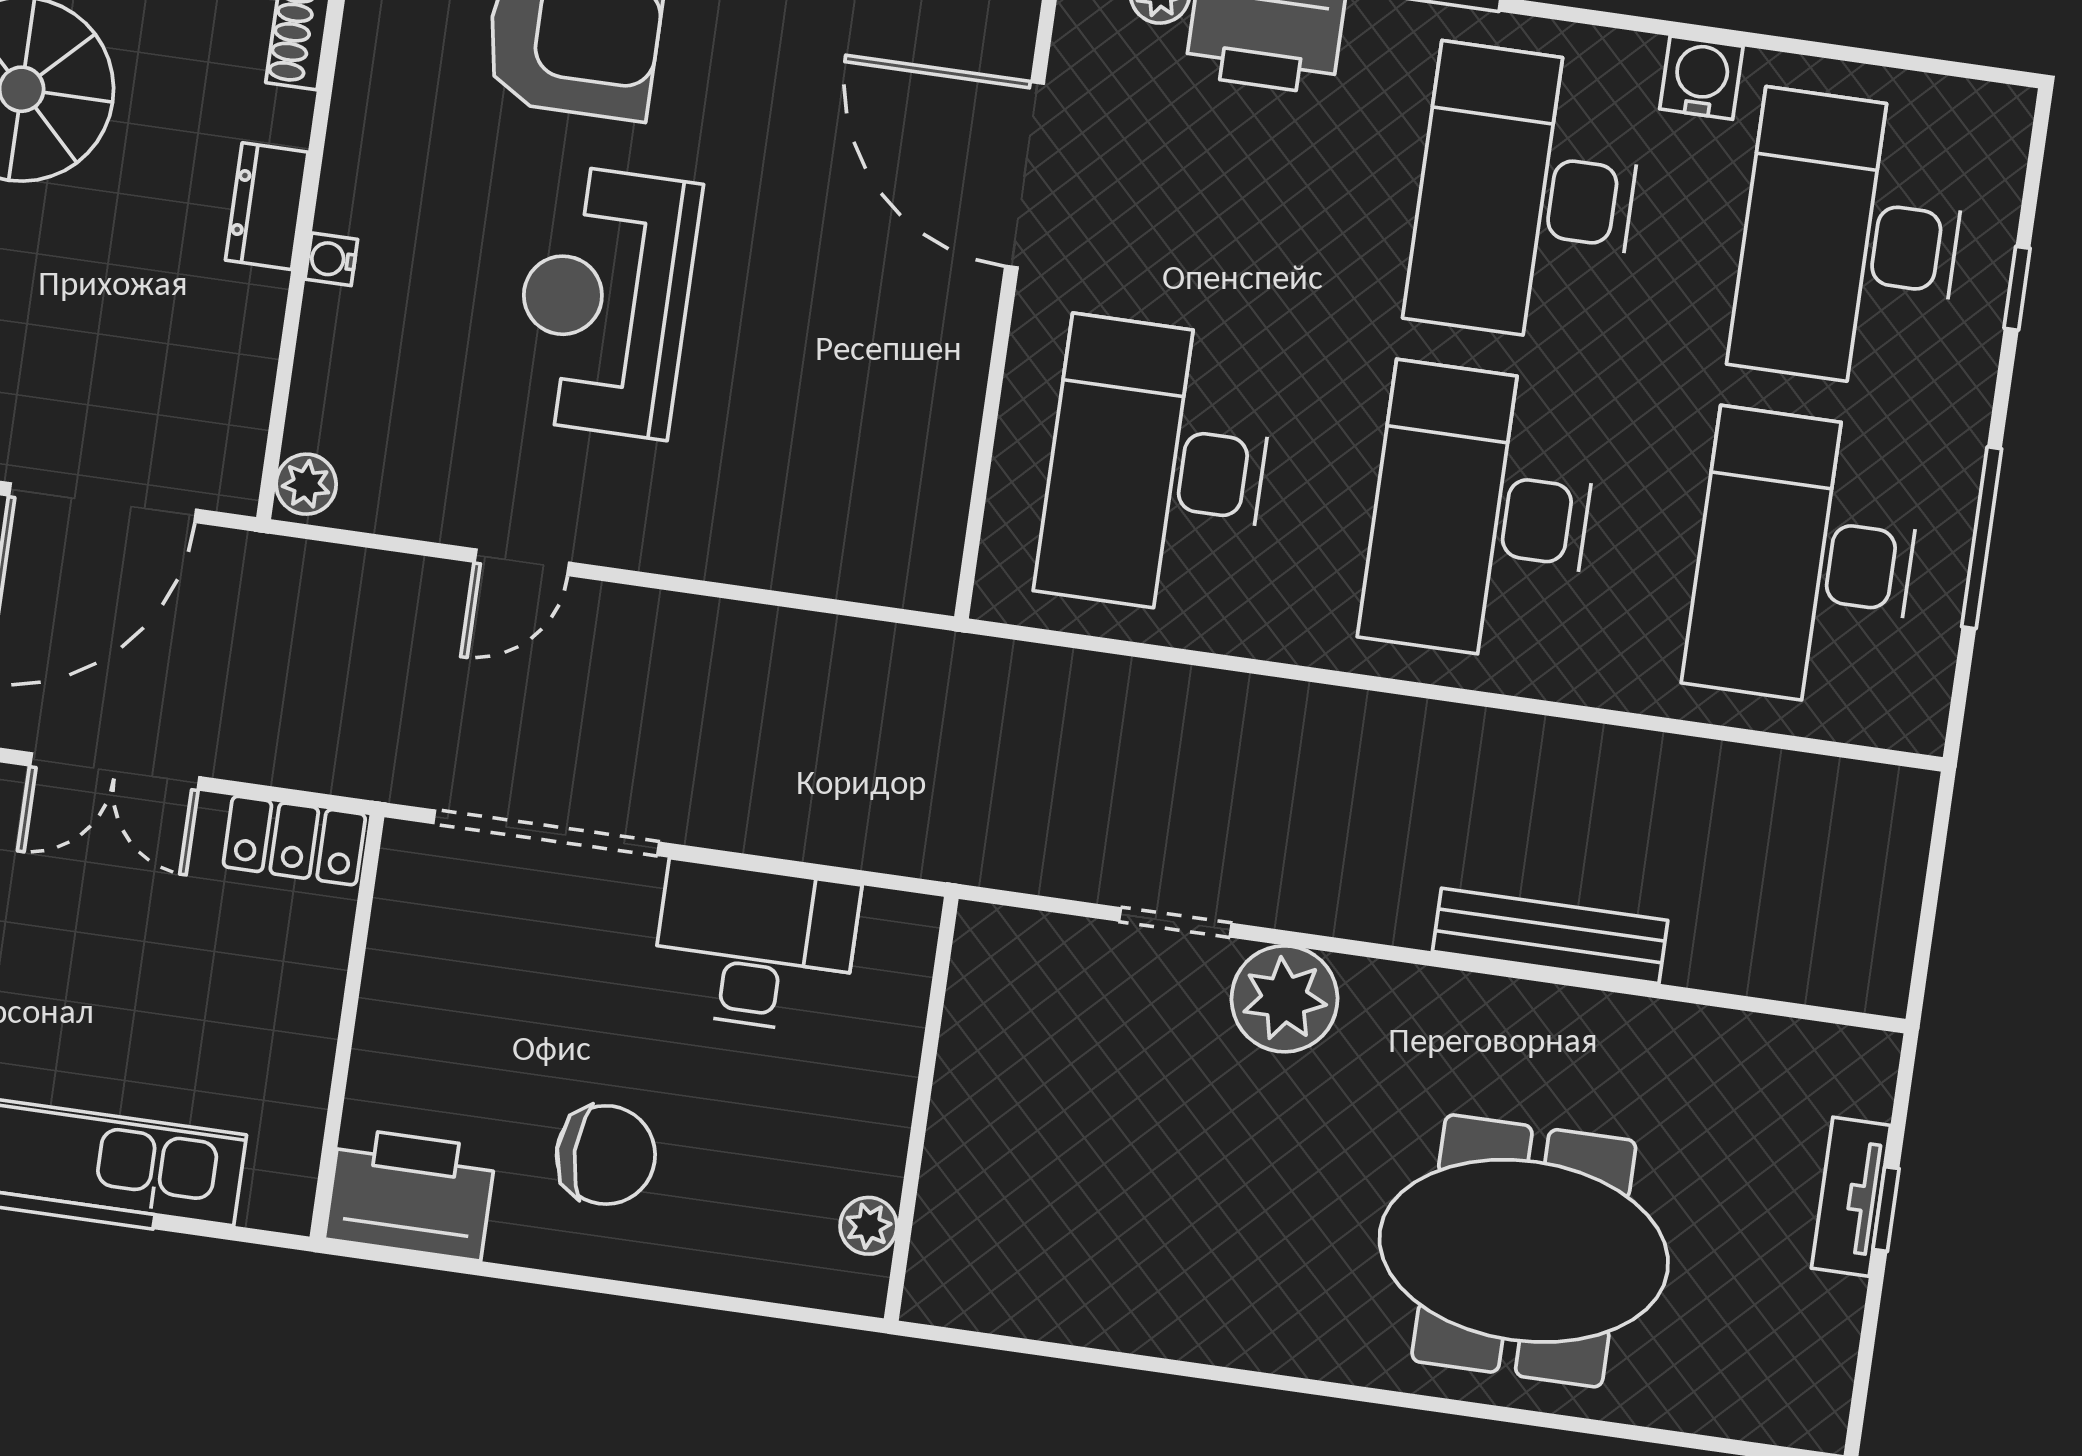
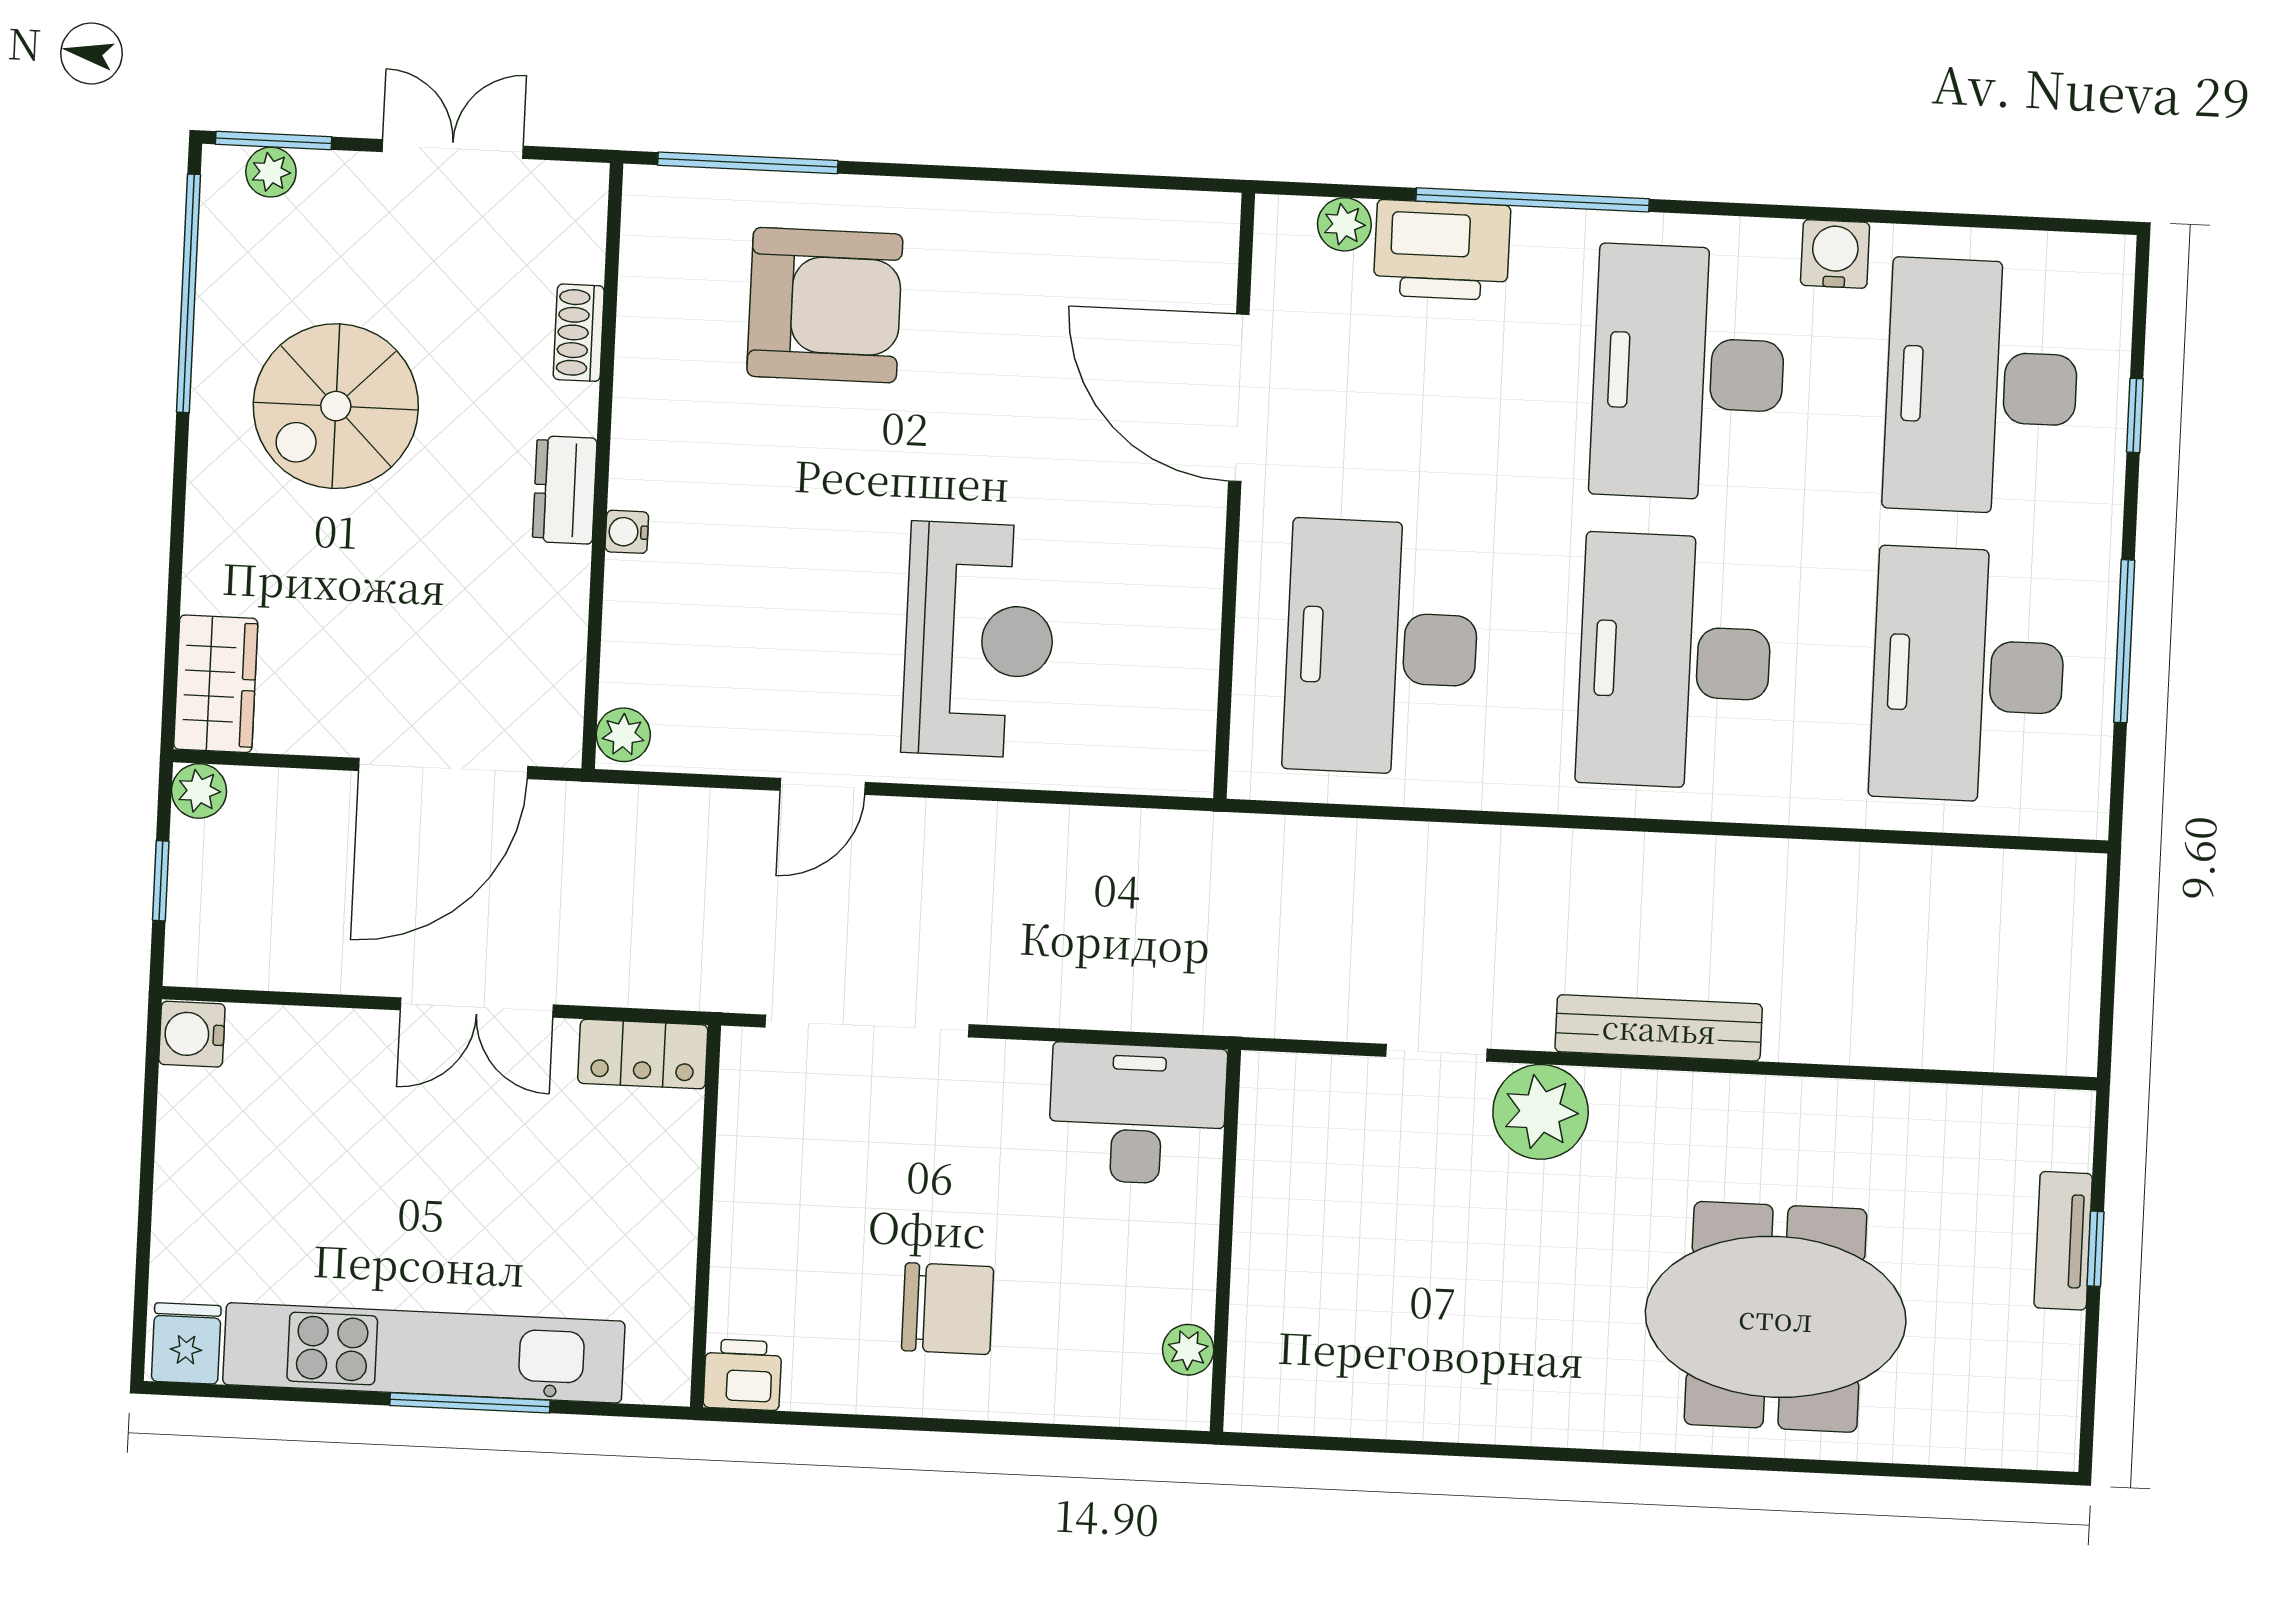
reception desk: (605, 301) -> (979, 640), moved, turned 180
bench: (1550, 936) -> (1659, 1028), moved
desk: (755, 947) -> (1137, 1114), moved
printer: (410, 1194) -> (743, 1375), width x0.53, depth x0.68

